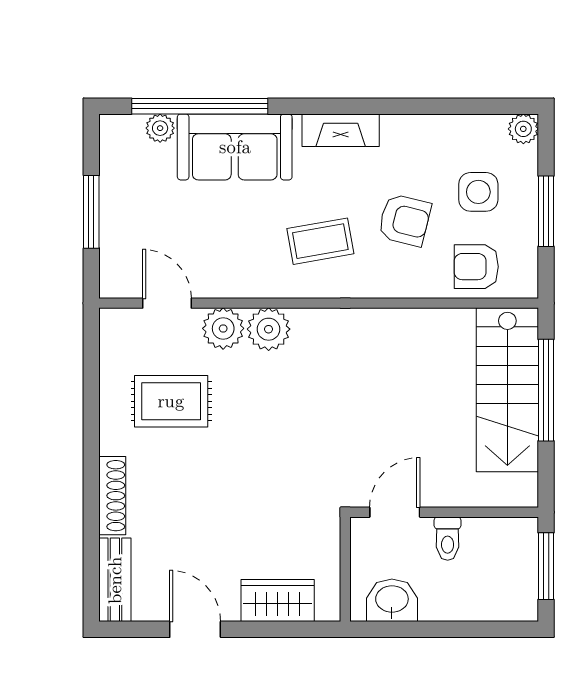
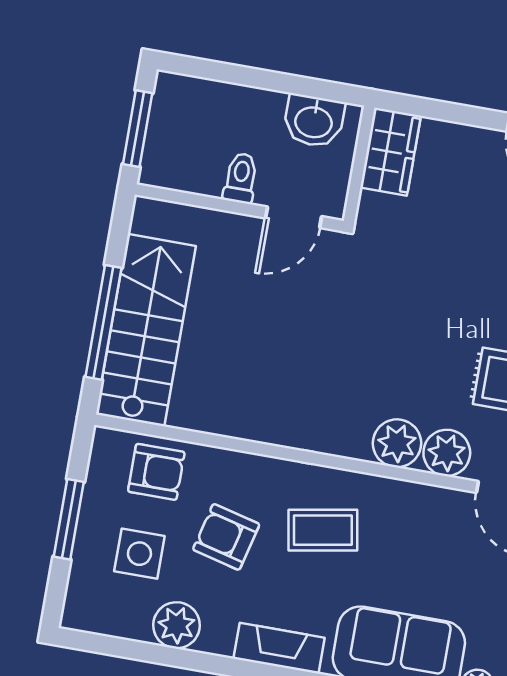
plant: (523, 129) -> (177, 625), moved, width x1.38, depth x1.38
wardrobe: (278, 601) -> (391, 152), moved, turned -90

